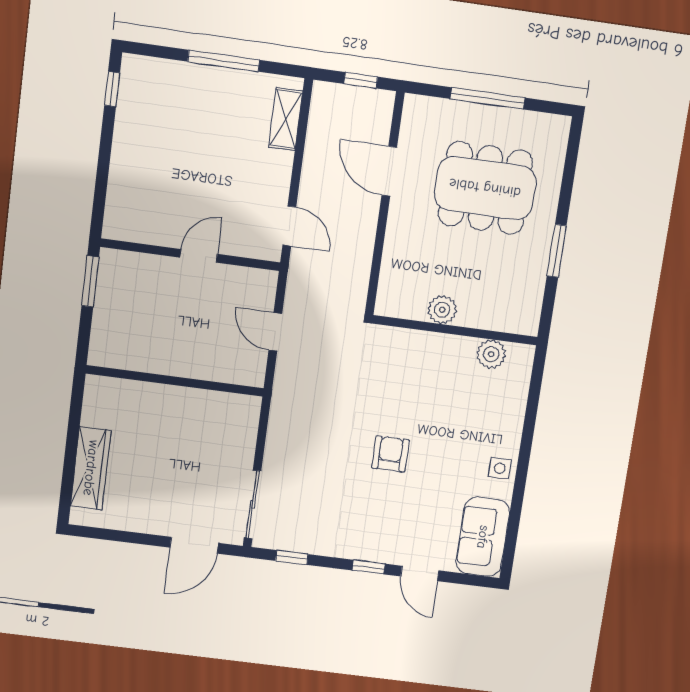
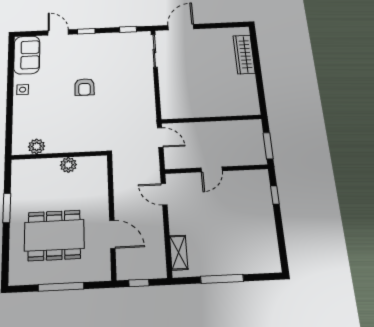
window: (112, 89) -> (275, 195), moved
wall: (175, 381) -> (211, 119), moved

